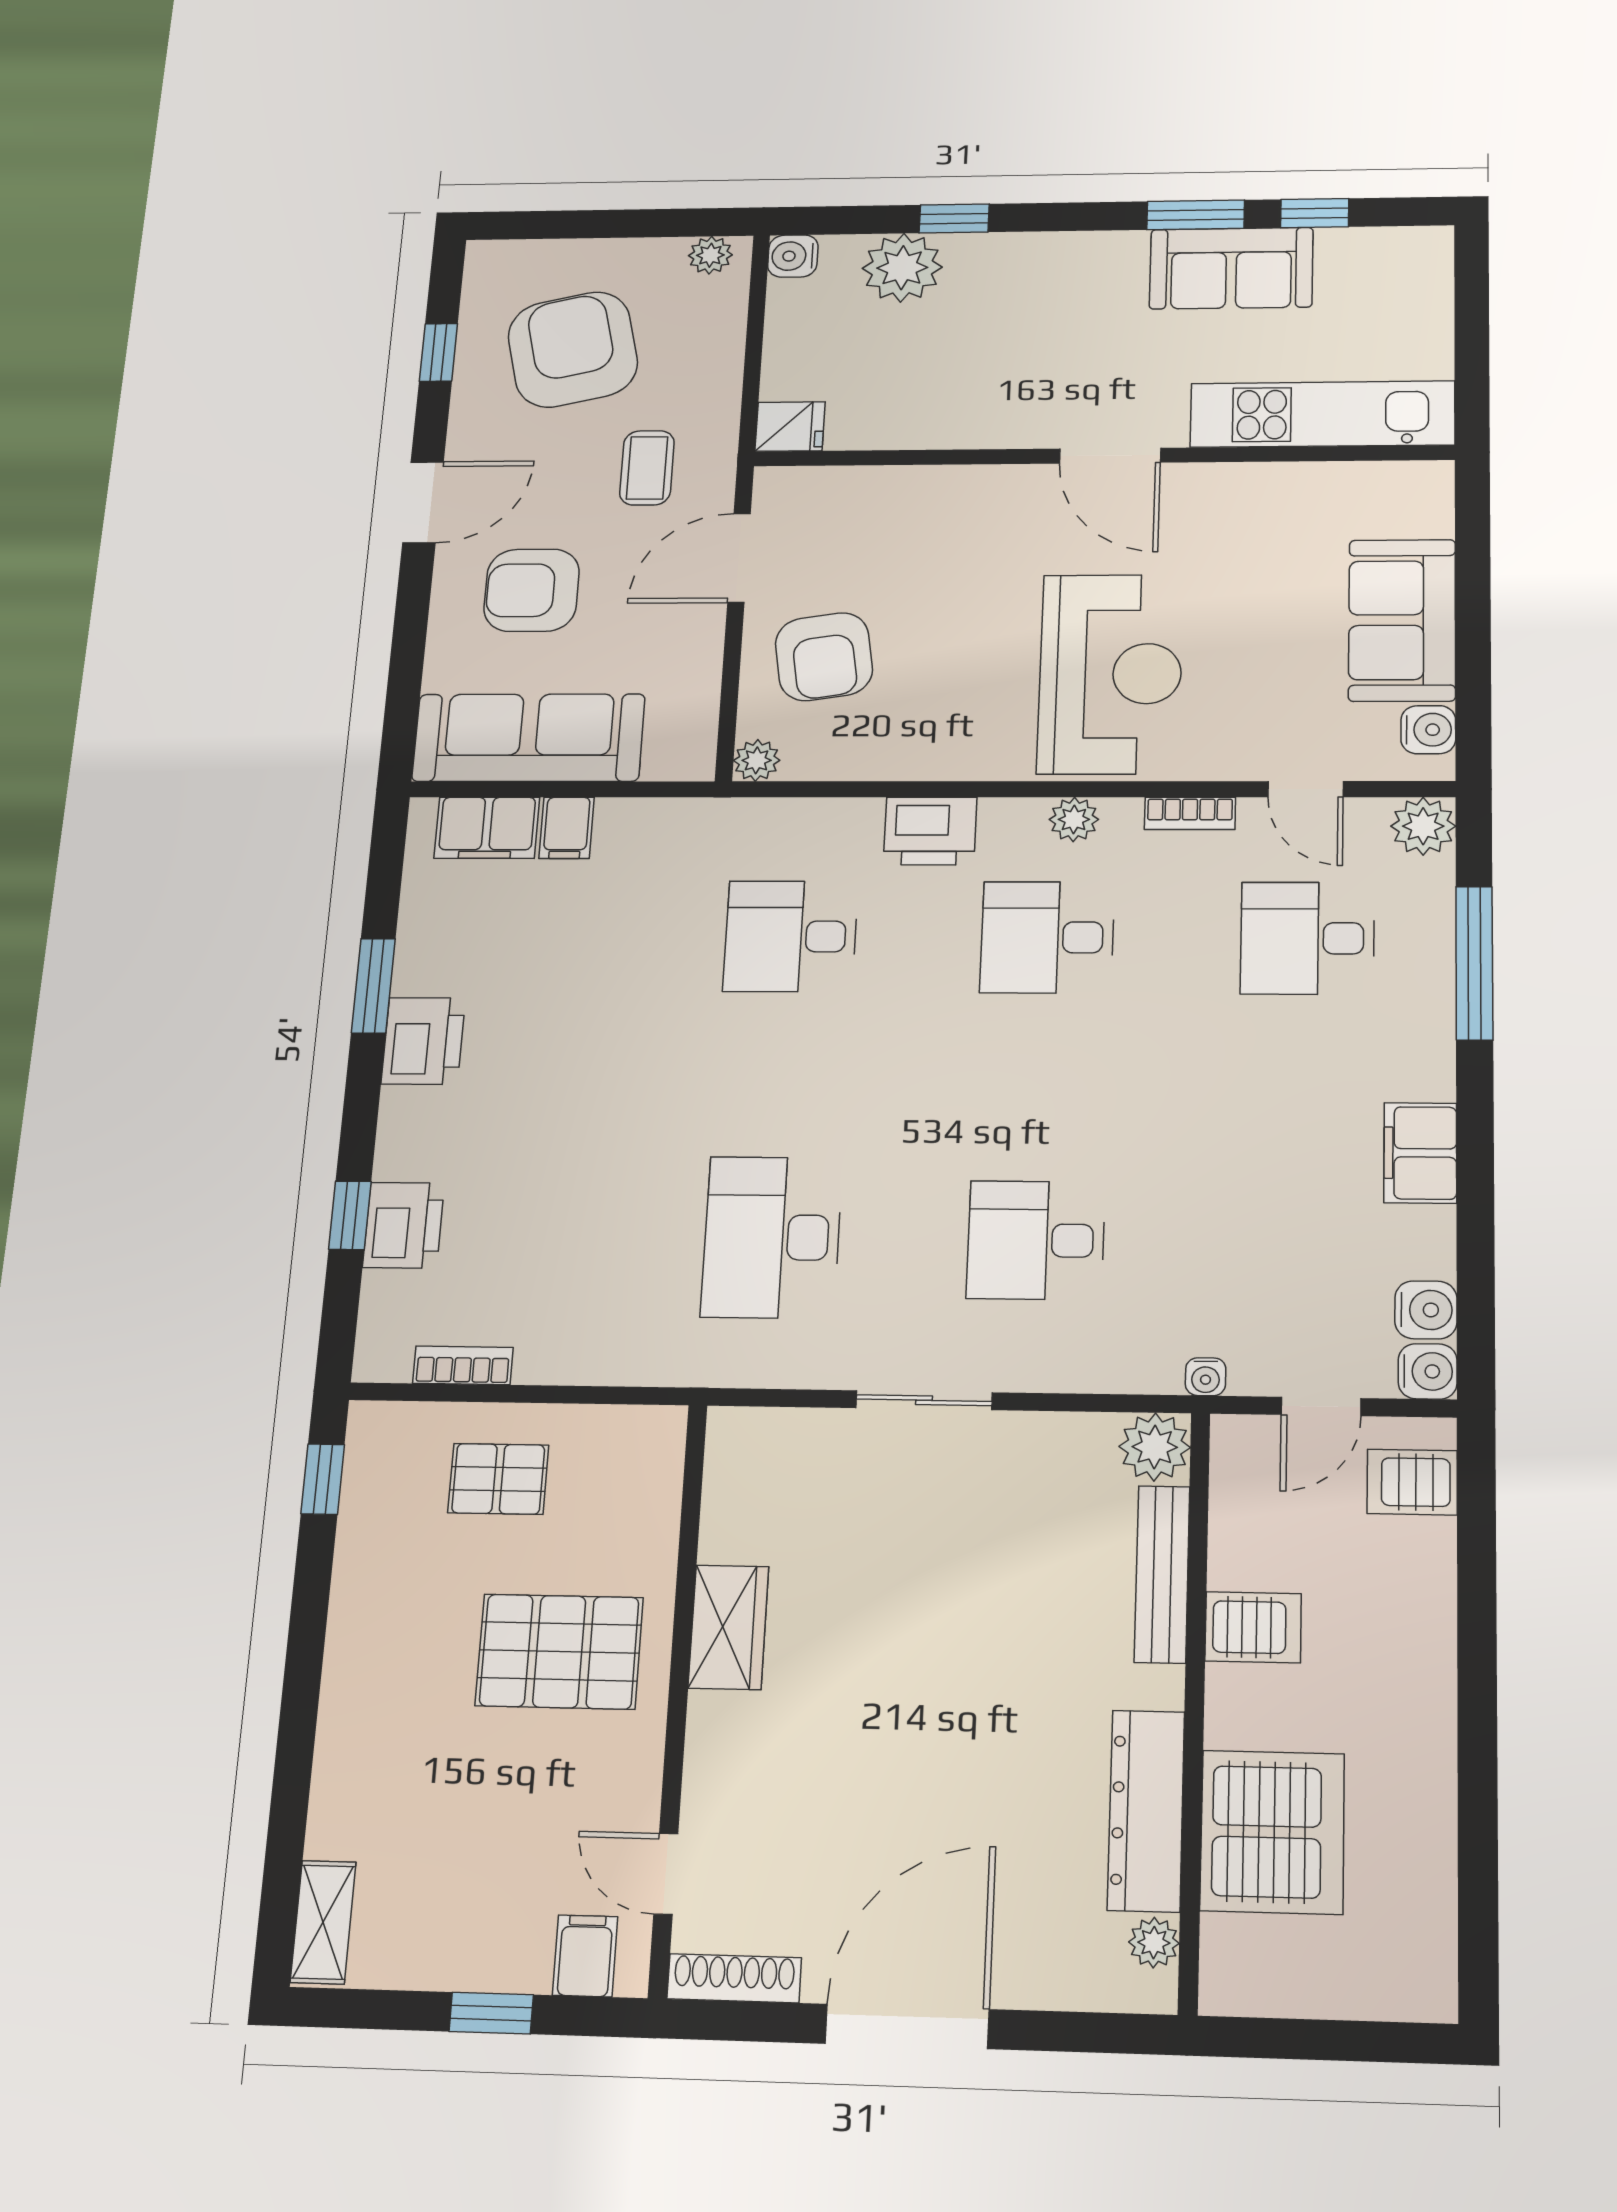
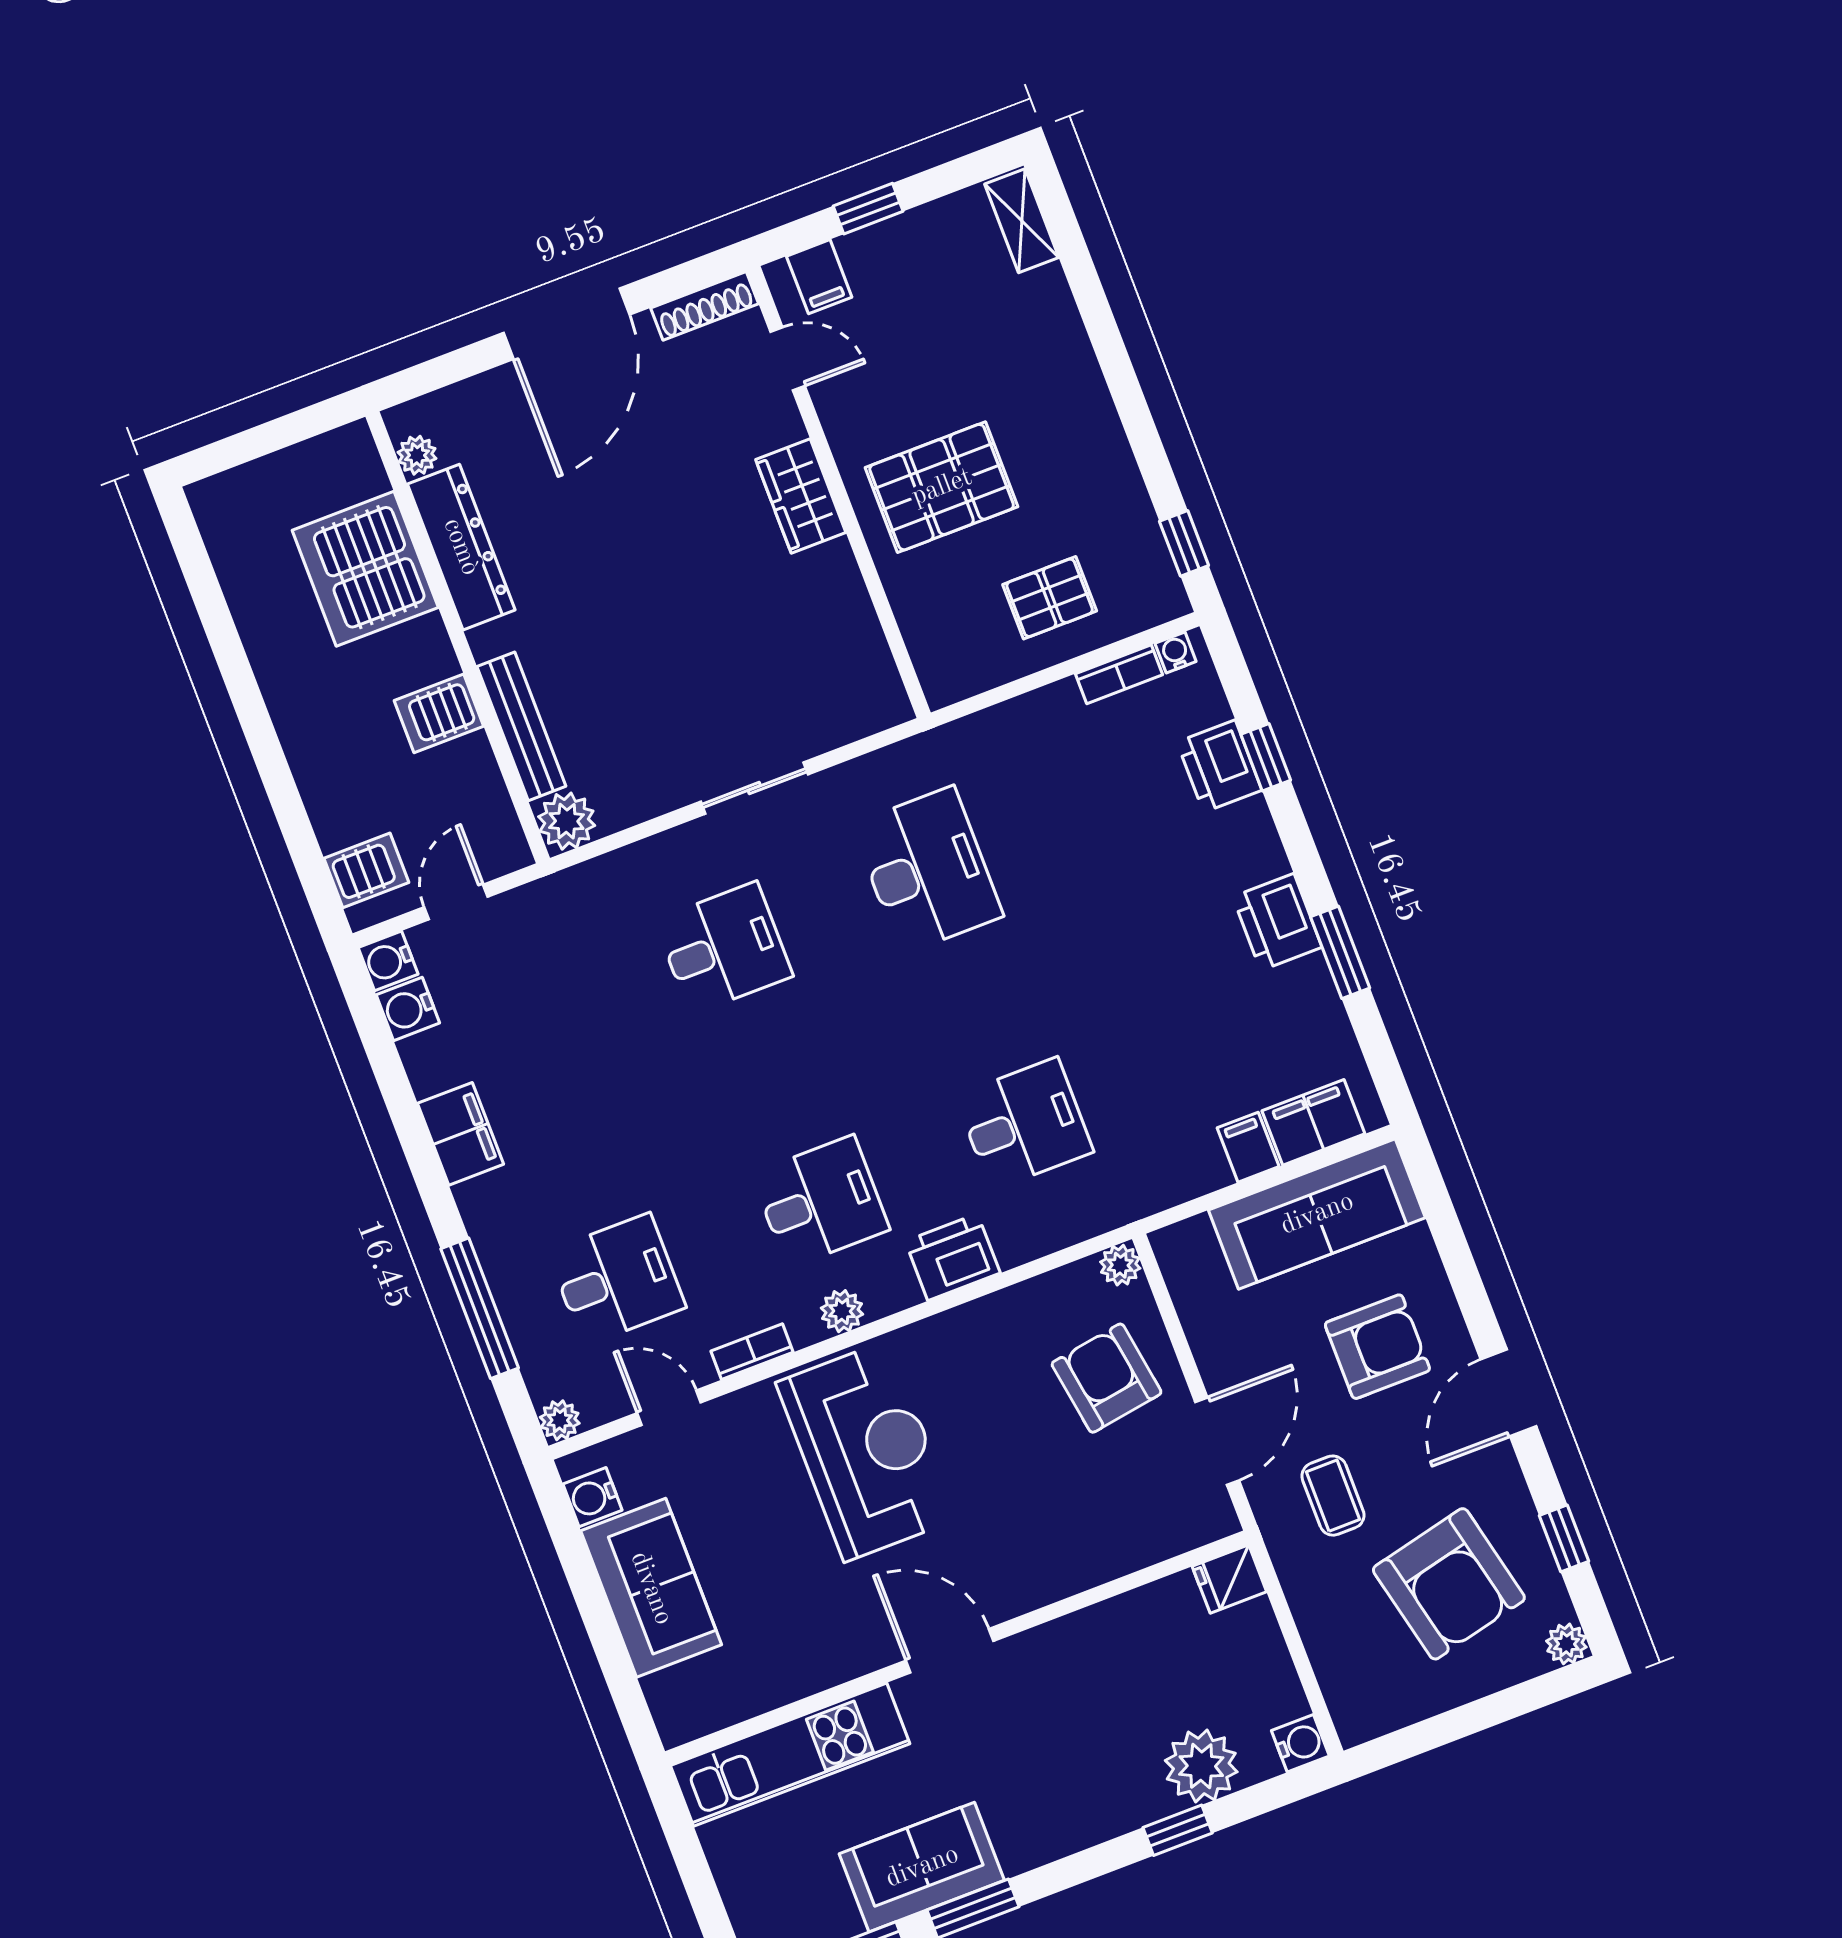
plant: (710, 255) -> (1566, 1644), moved
reception desk: (1110, 674) -> (866, 1451), turned 180
plant: (1423, 826) -> (560, 1420), width x0.73, depth x0.73
water cooler: (1206, 1377) -> (1176, 652), moved
wardrobe: (728, 1627) -> (801, 496), moved

